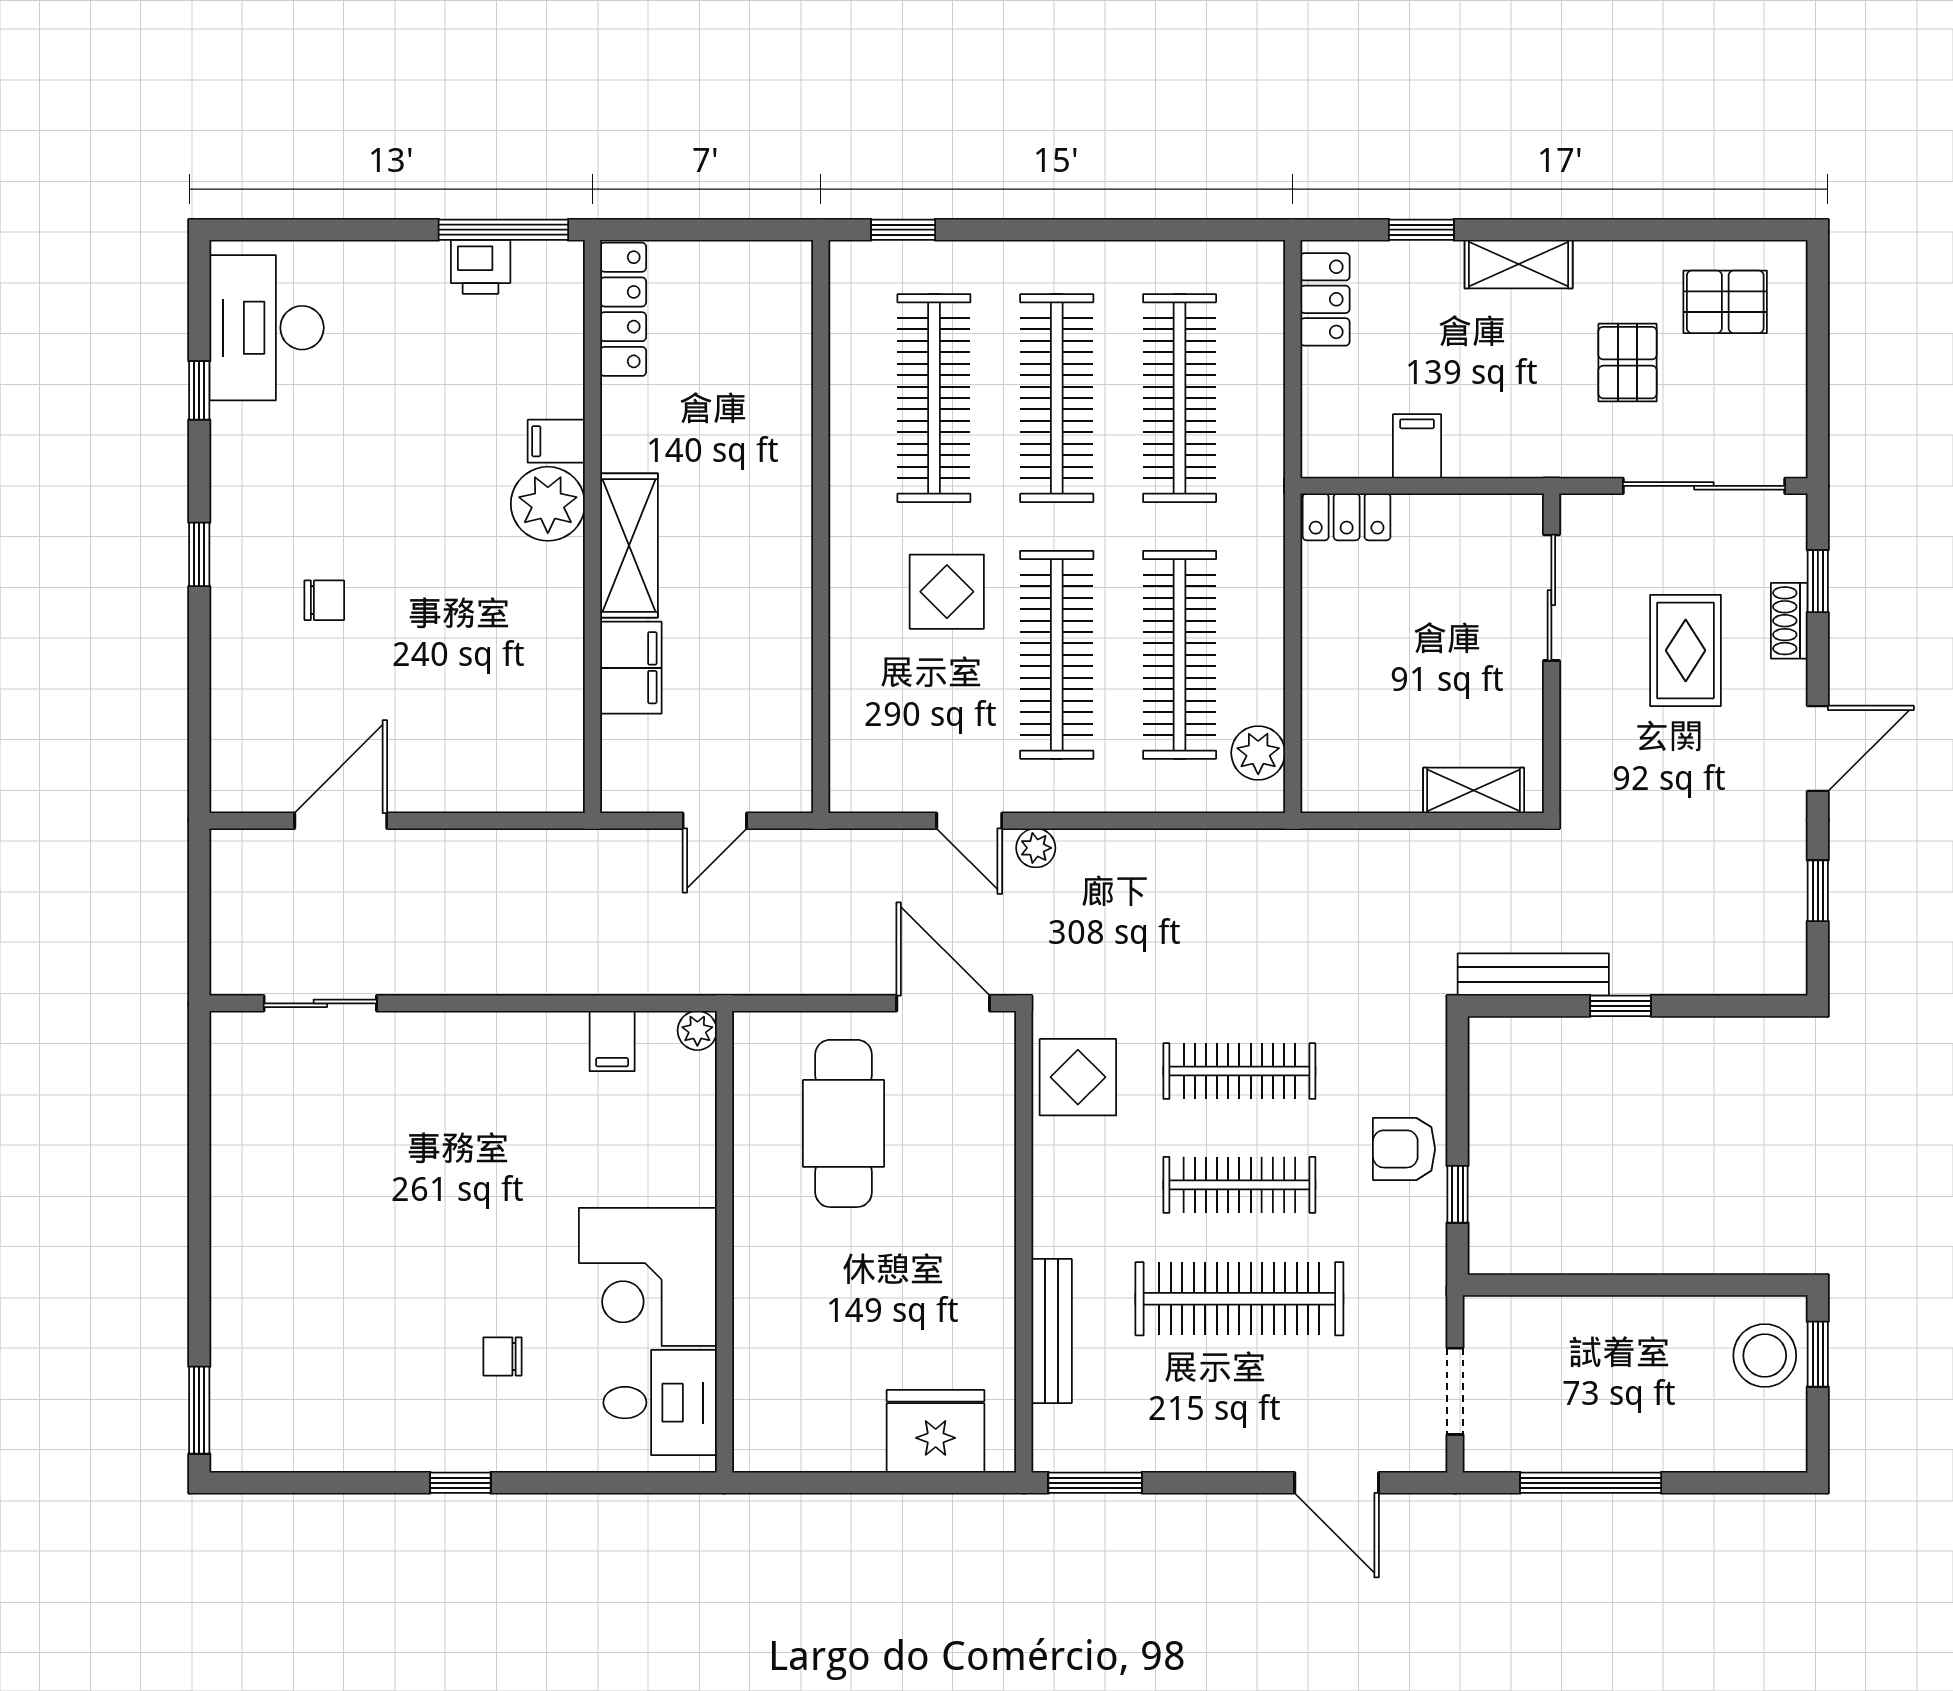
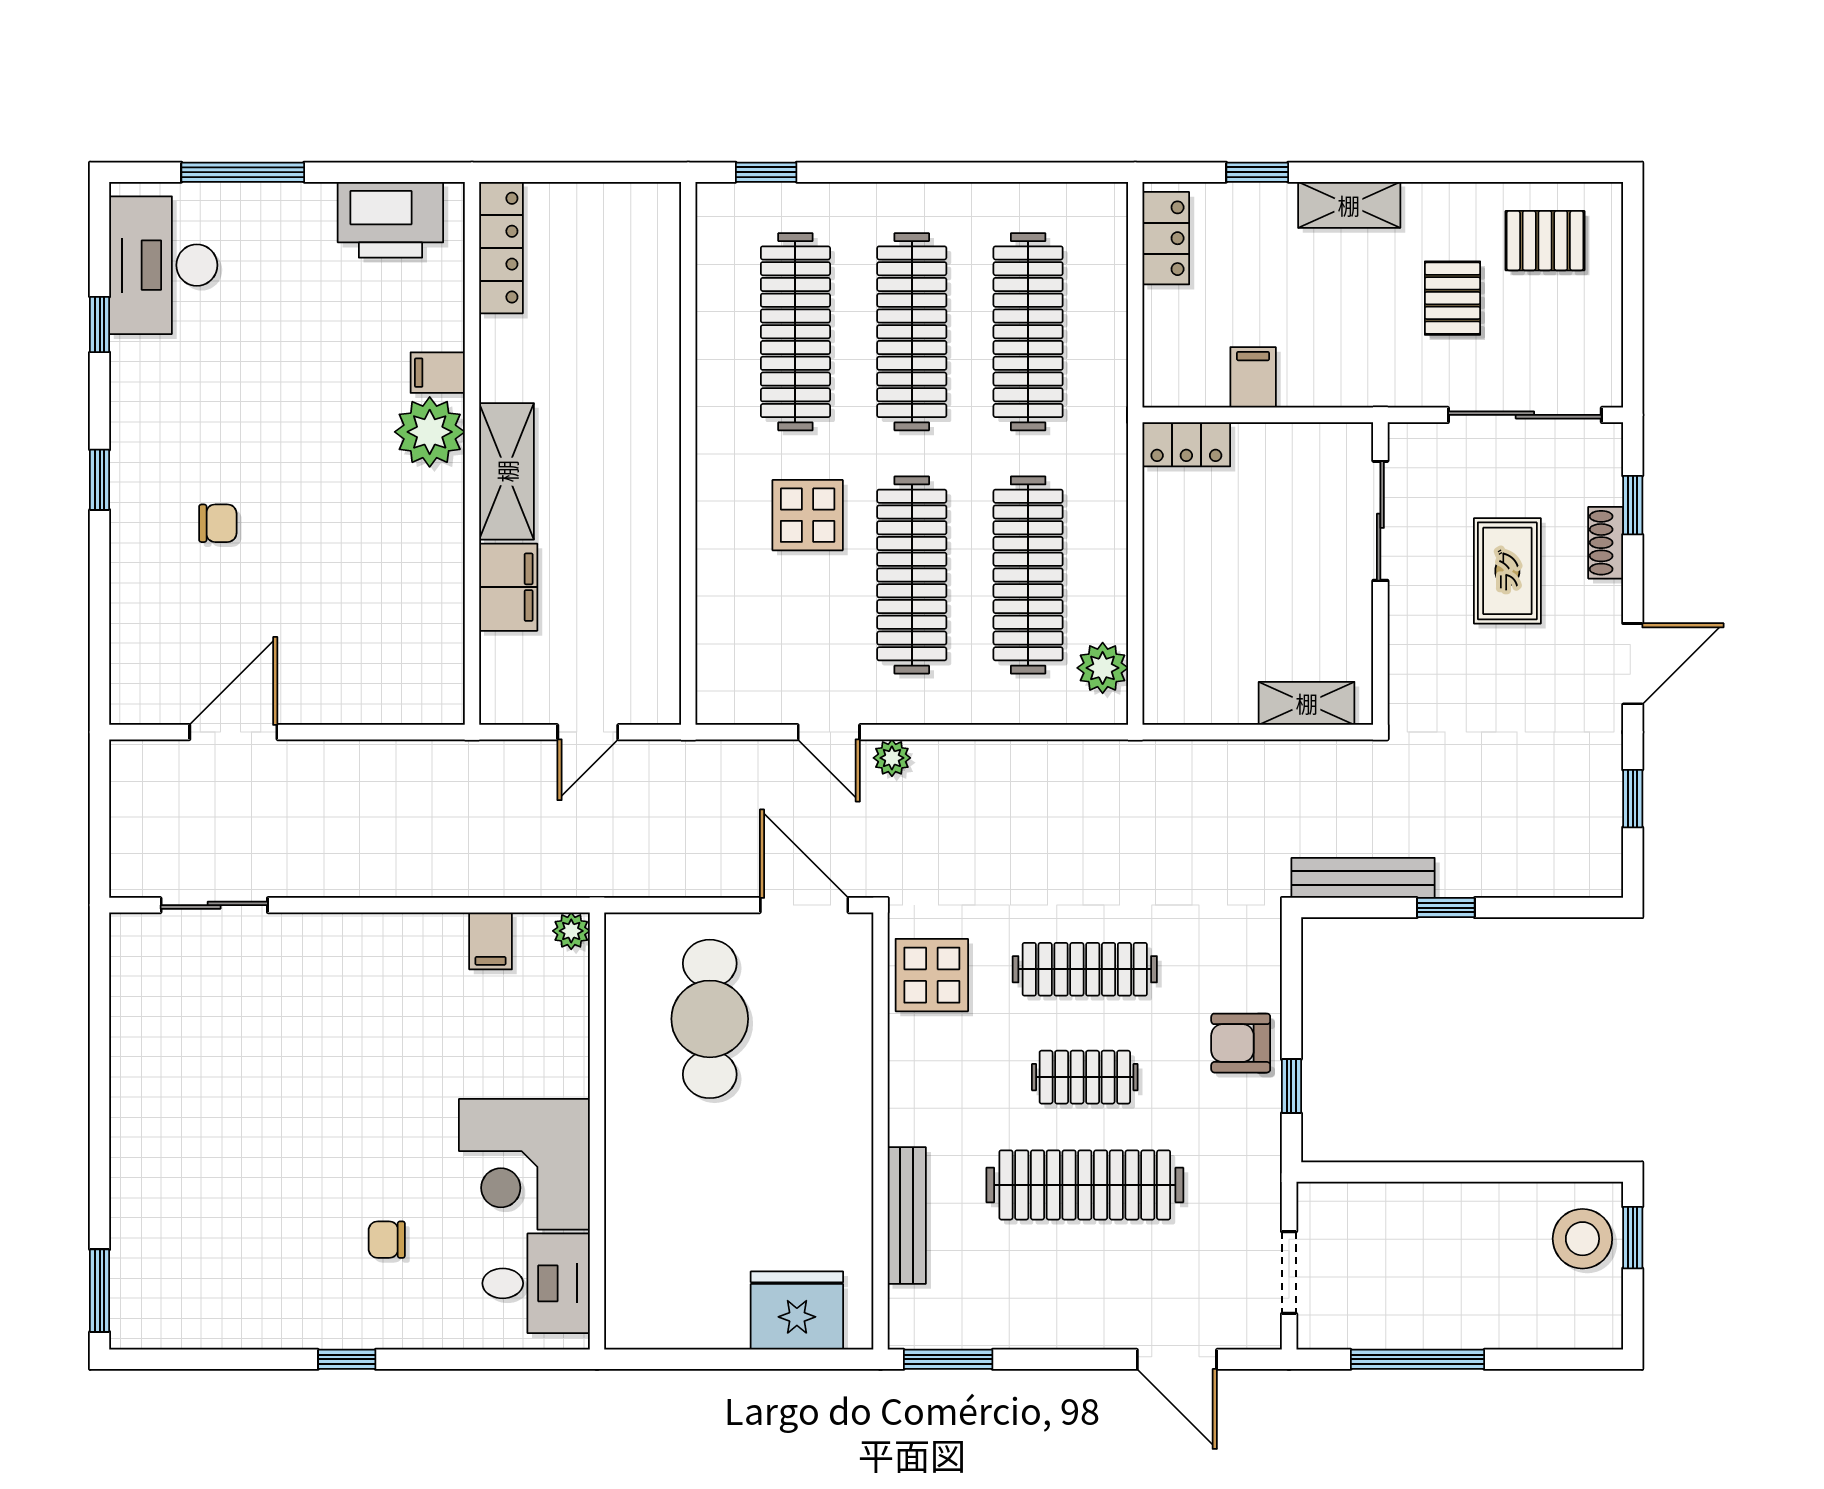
window: (503, 230) -> (243, 172), moved
printer: (481, 267) -> (390, 220), width x1.87, depth x1.48
clothes rail: (1239, 1185) -> (1085, 1077), width x0.73

